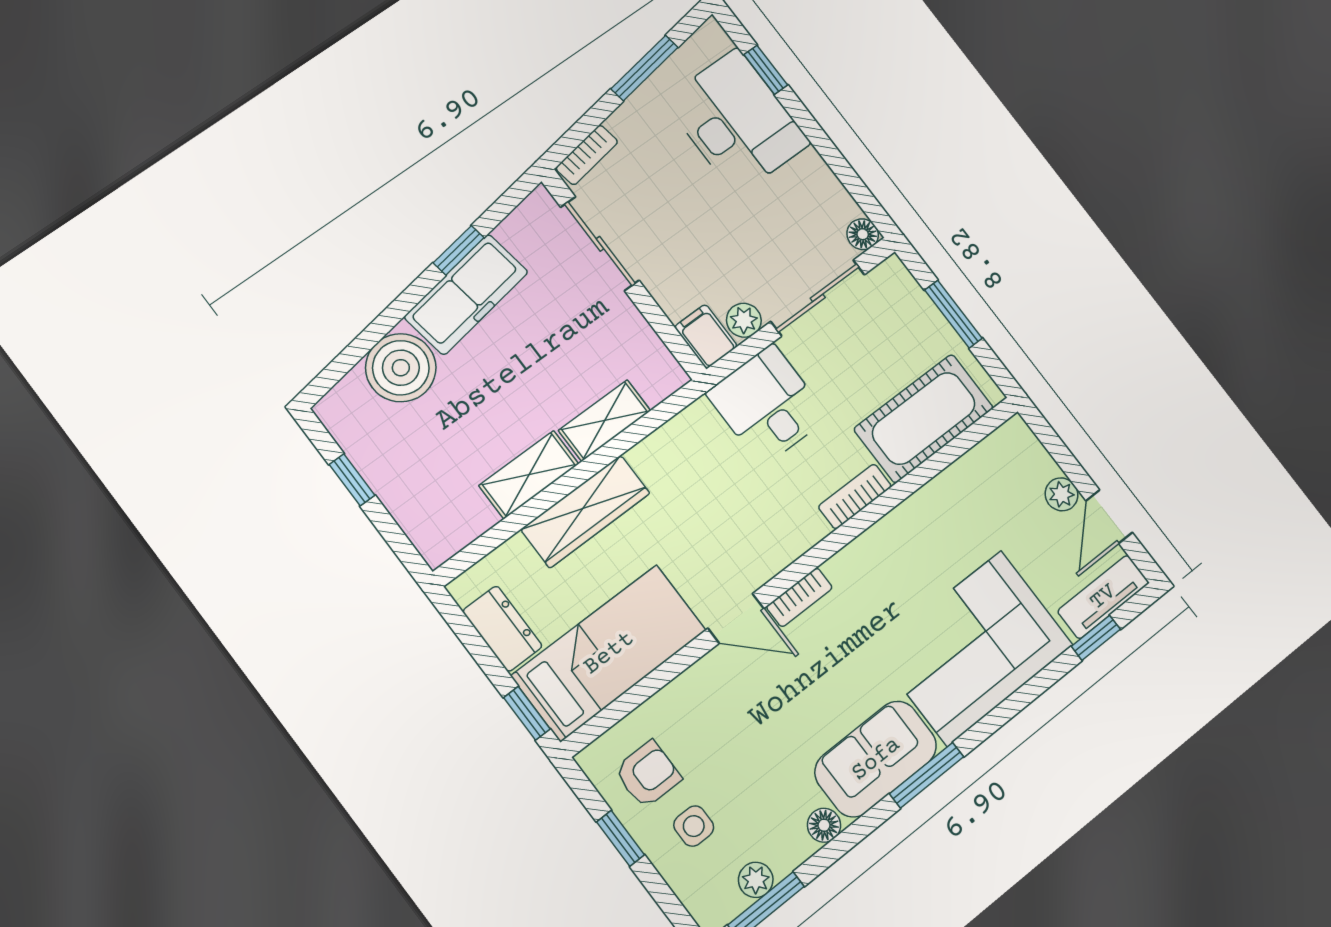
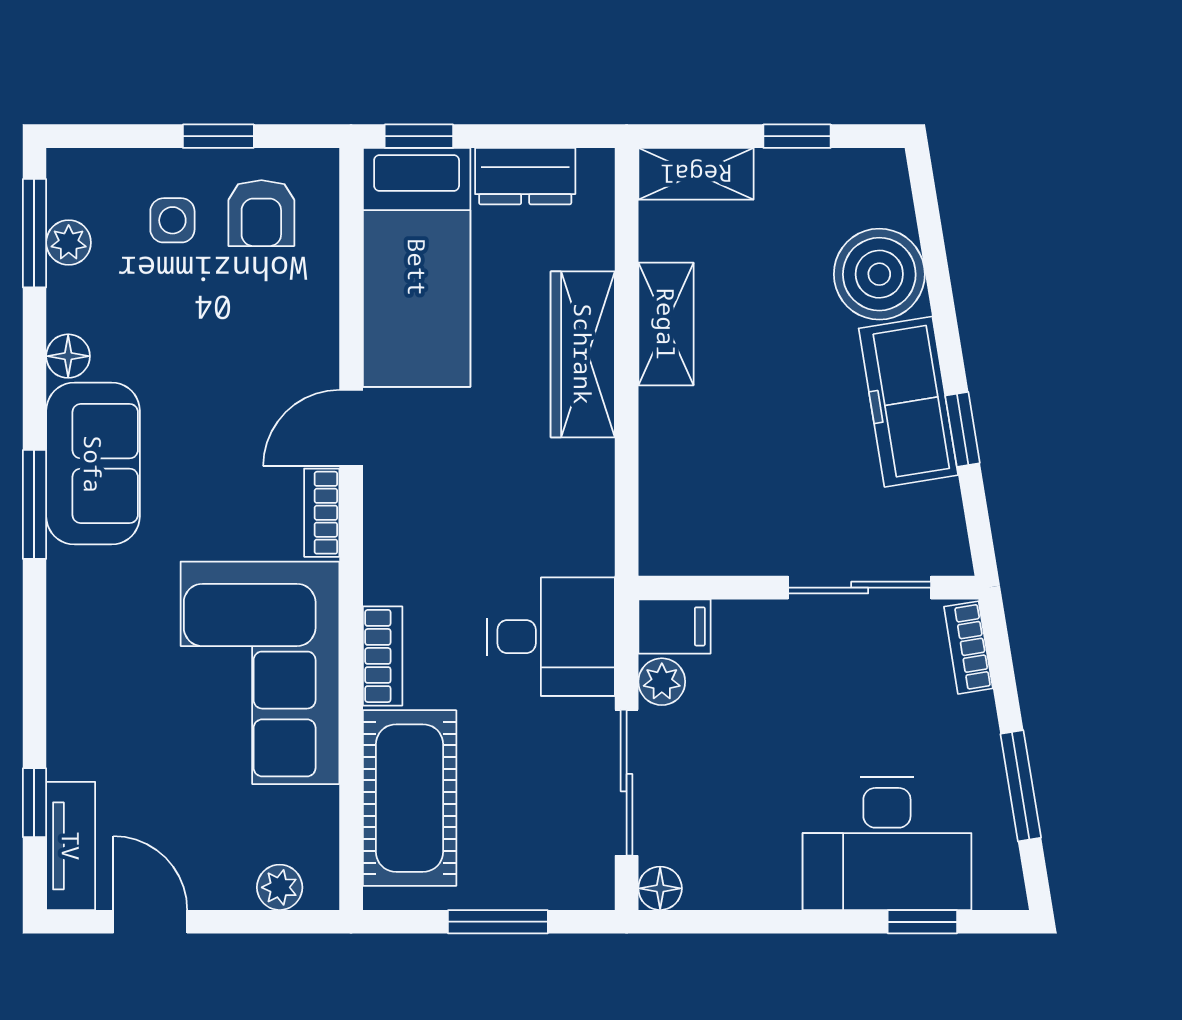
shelving: (605, 421) -> (696, 174), moved, turned 90
plant: (1062, 494) -> (280, 887), moved
corner sofa: (974, 648) -> (260, 673), moved, turned 180

